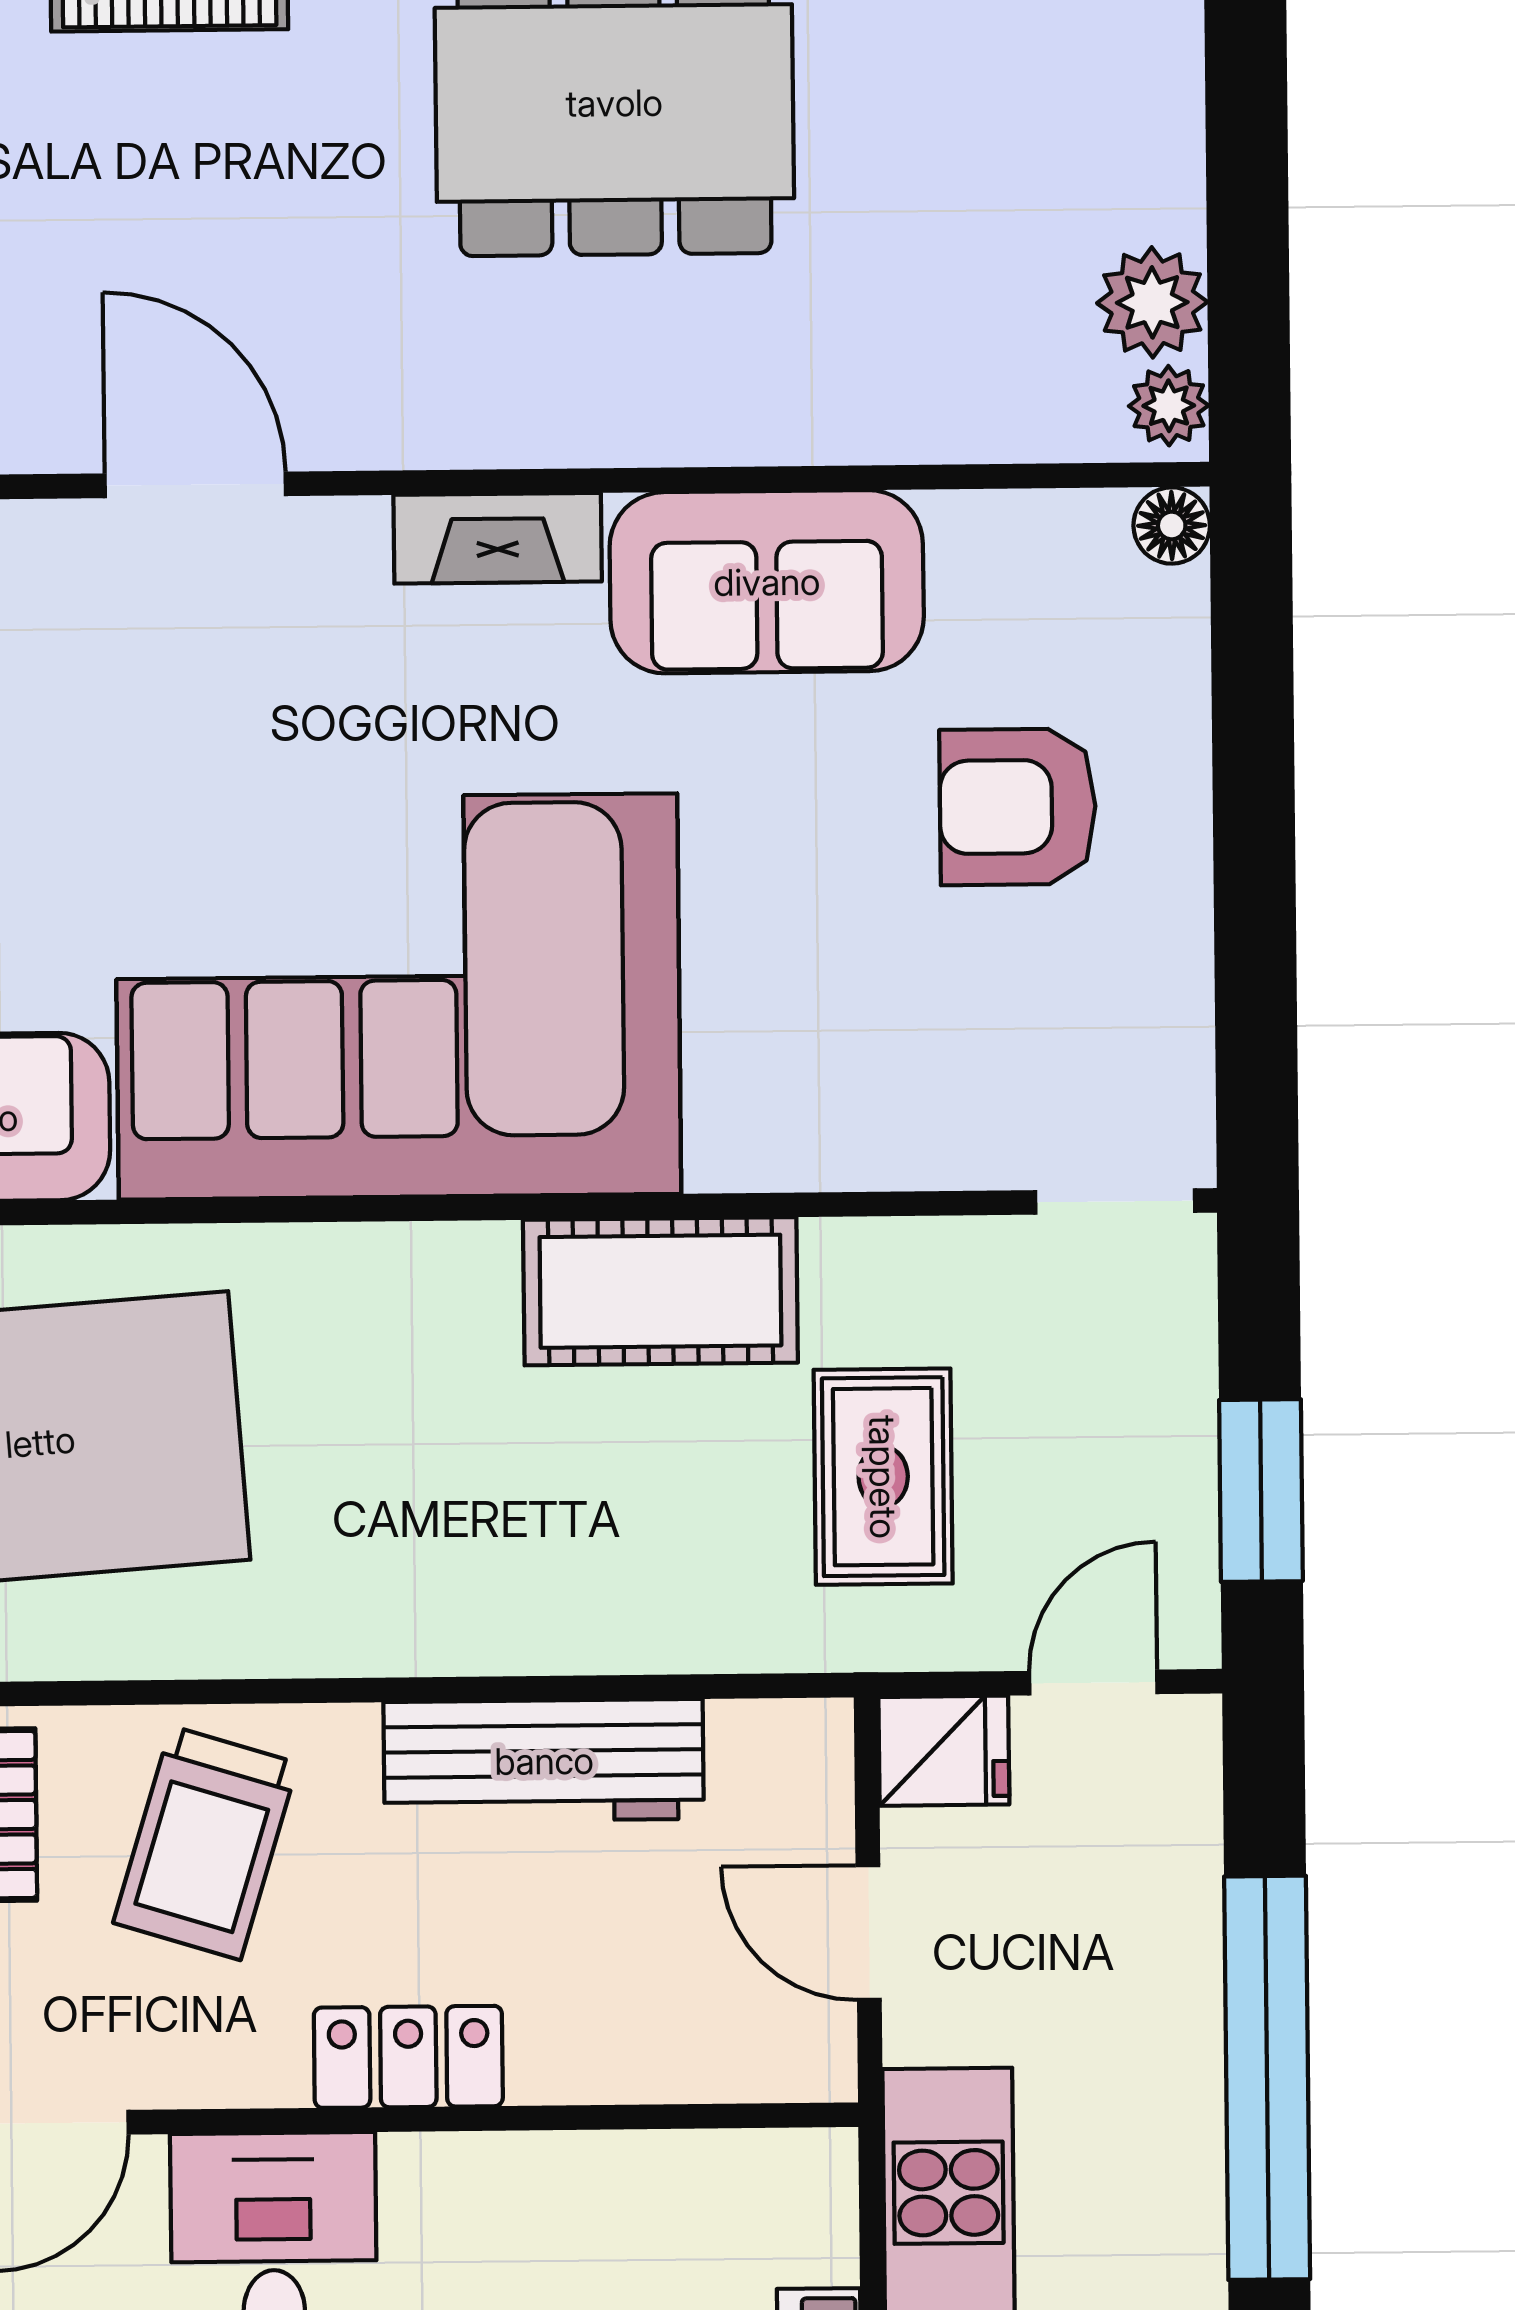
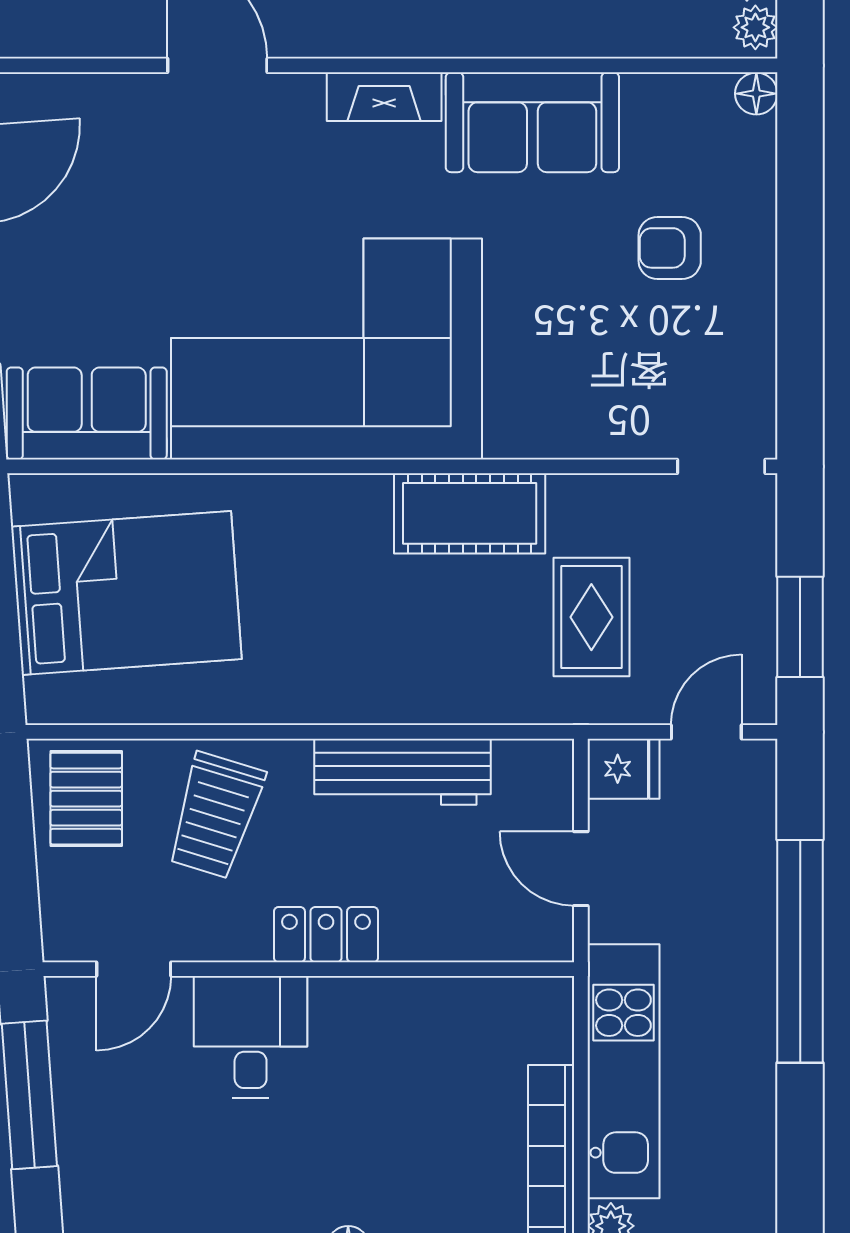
armchair: (1018, 807) -> (670, 248), width x0.72, depth x0.72

